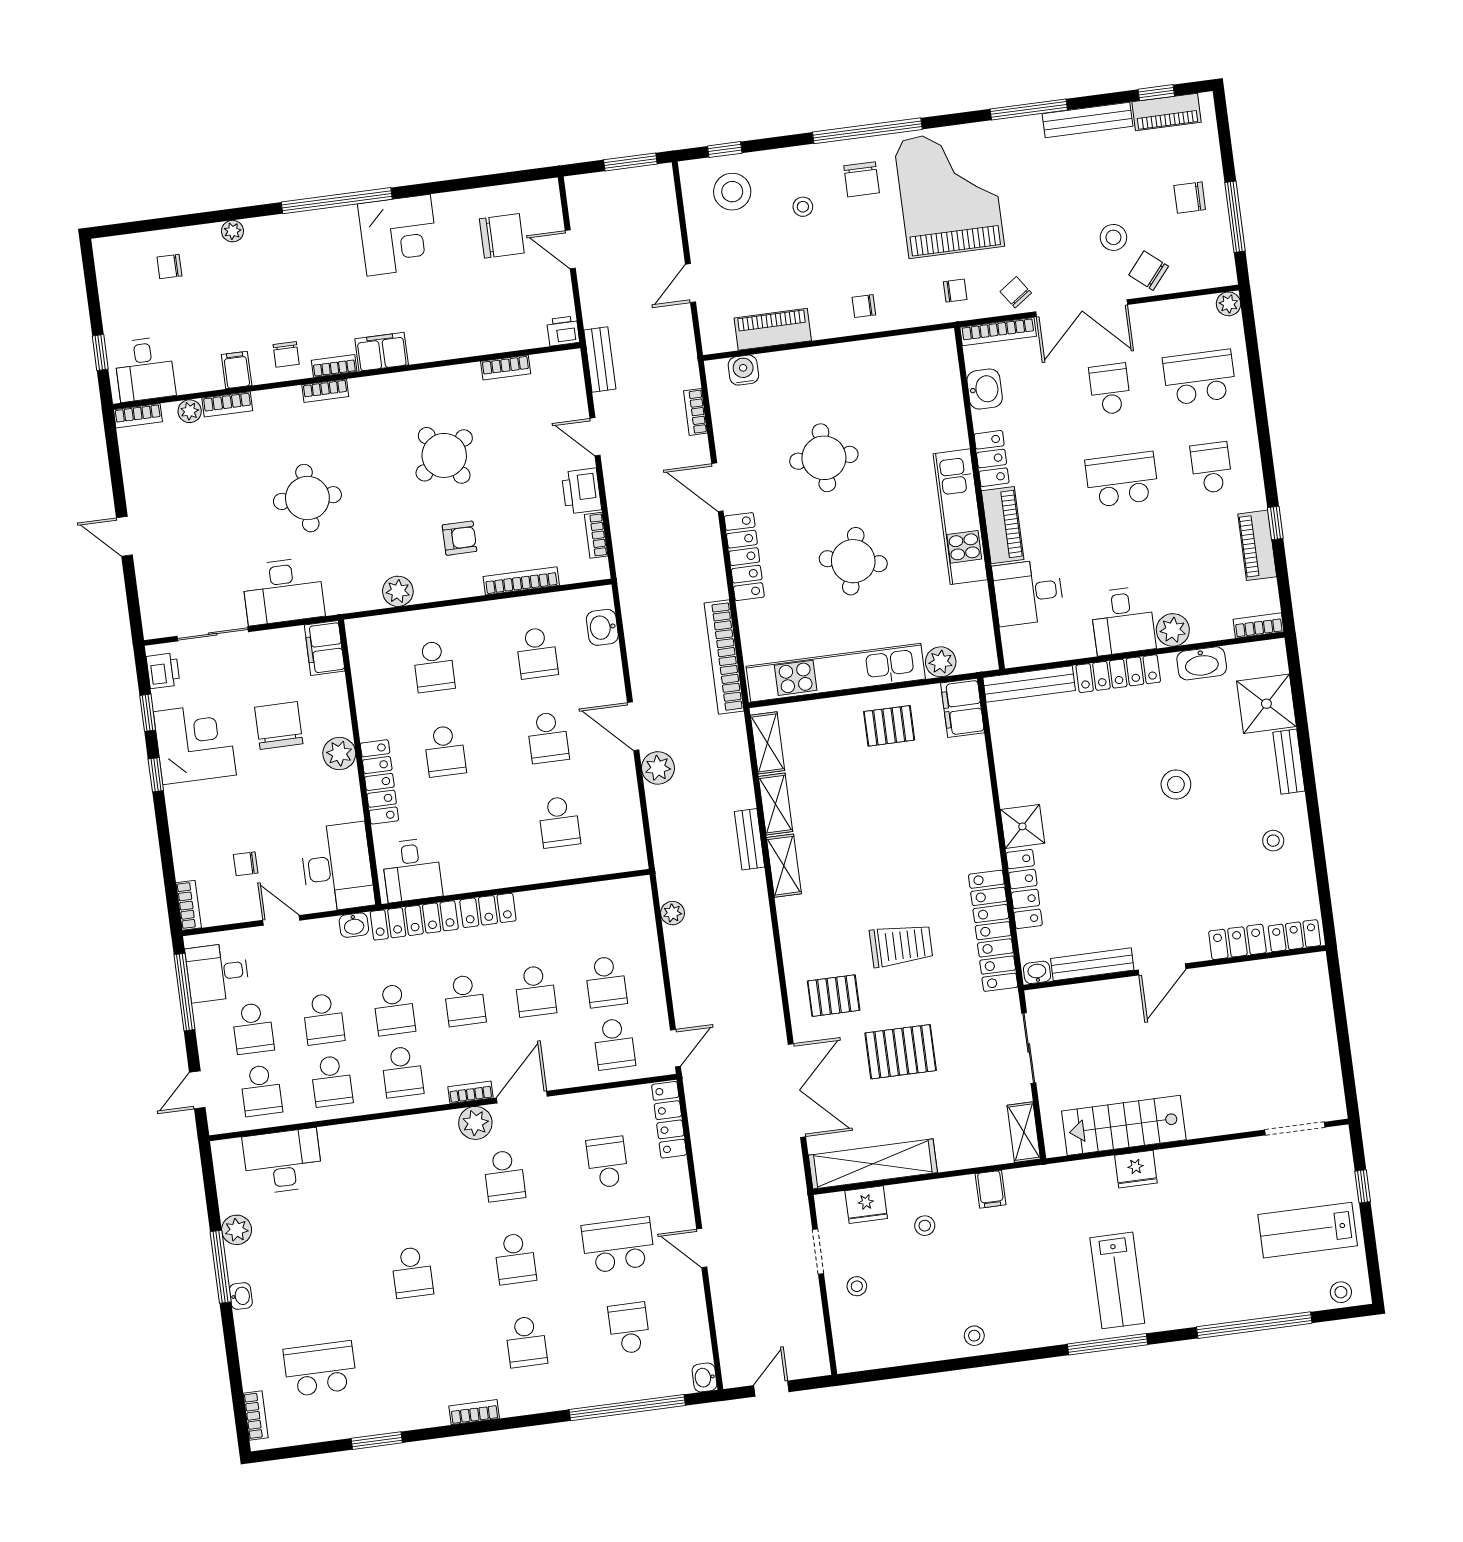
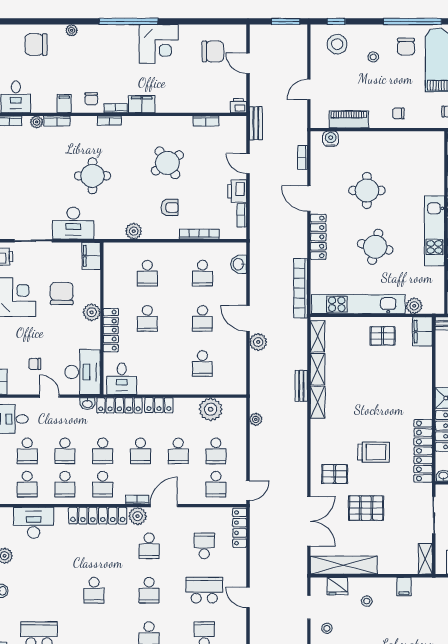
chair: (169, 266) -> (36, 45), width x1.87, depth x1.87
plant: (586, 905) -> (211, 409), added
locker: (401, 1132) -> (98, 516), added

